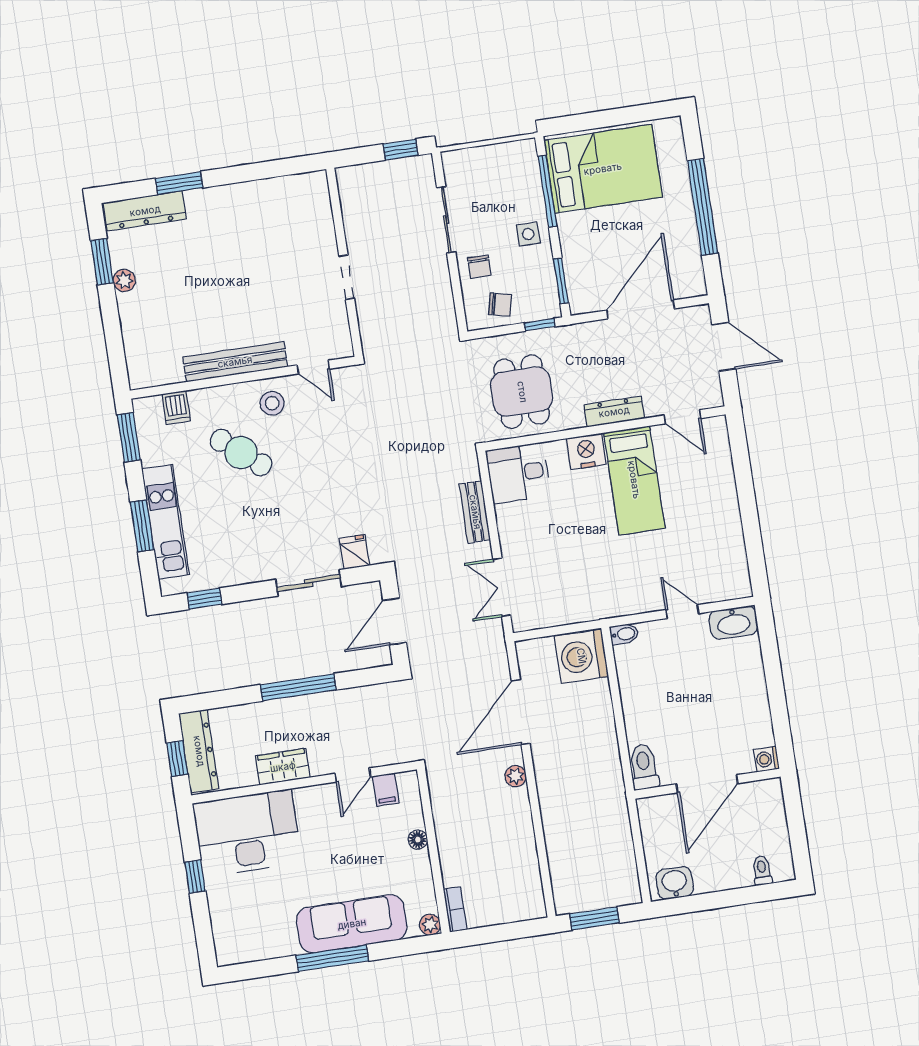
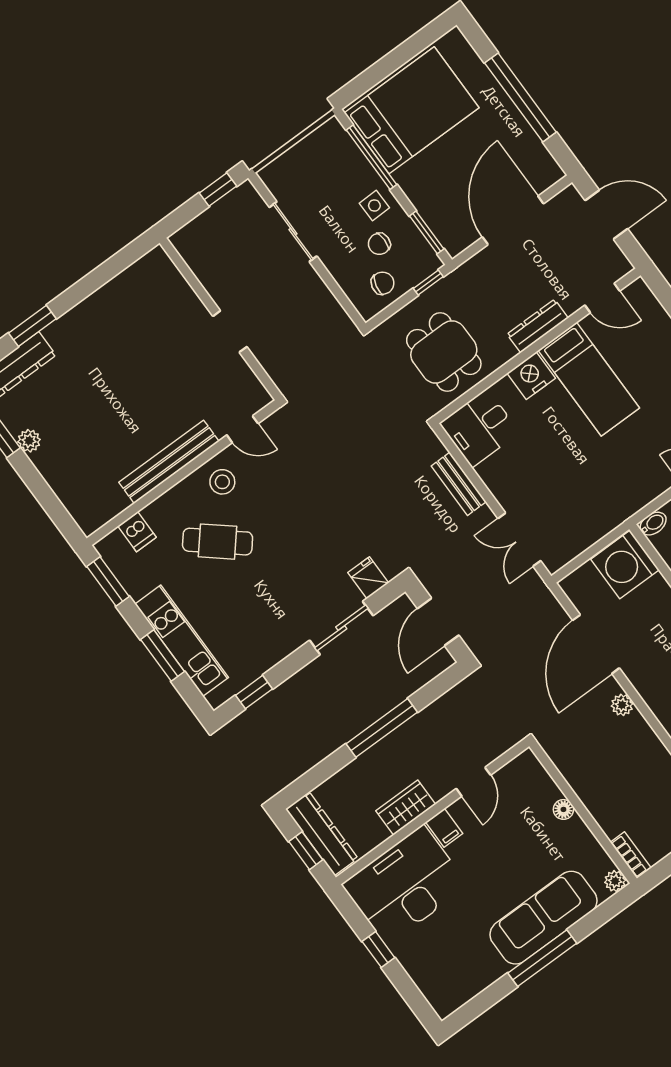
chair: (479, 267) -> (379, 244), moved, turned 90
filing cabinet: (386, 790) -> (444, 828), moved

